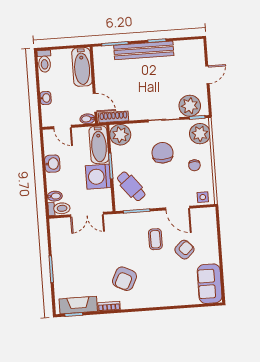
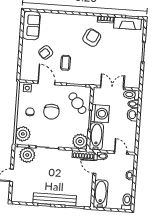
chair: (162, 153) -> (51, 112), moved
washbasin: (52, 164) -> (133, 115), moved

